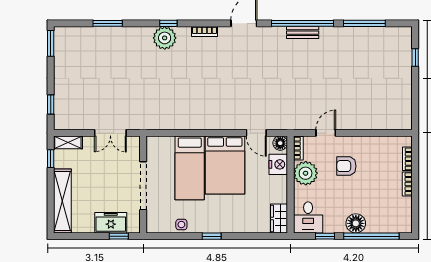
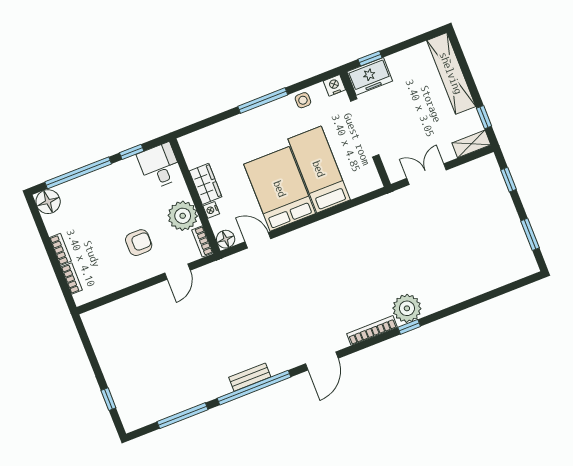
window: (108, 23) -> (479, 299), removed
bookcase: (204, 32) -> (372, 330), width x1.56
window: (51, 43) -> (530, 234), moved
nightstand: (278, 164) -> (211, 210), width x0.53, depth x0.56
wardrobe: (279, 218) -> (206, 184), moved
freezer: (111, 223) -> (370, 76), moved
floor lamp: (356, 223) -> (48, 202), moved
nightstand: (153, 226) -> (334, 85), added
window: (212, 236) -> (263, 101), width x2.17

